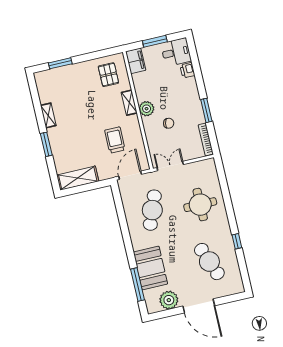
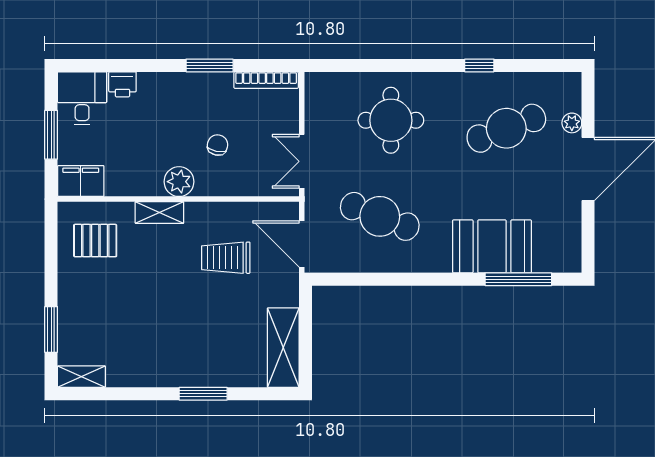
shelving: (48, 115) -> (81, 377), moved
plant: (169, 300) -> (572, 123), moved, width x0.53, depth x0.53

